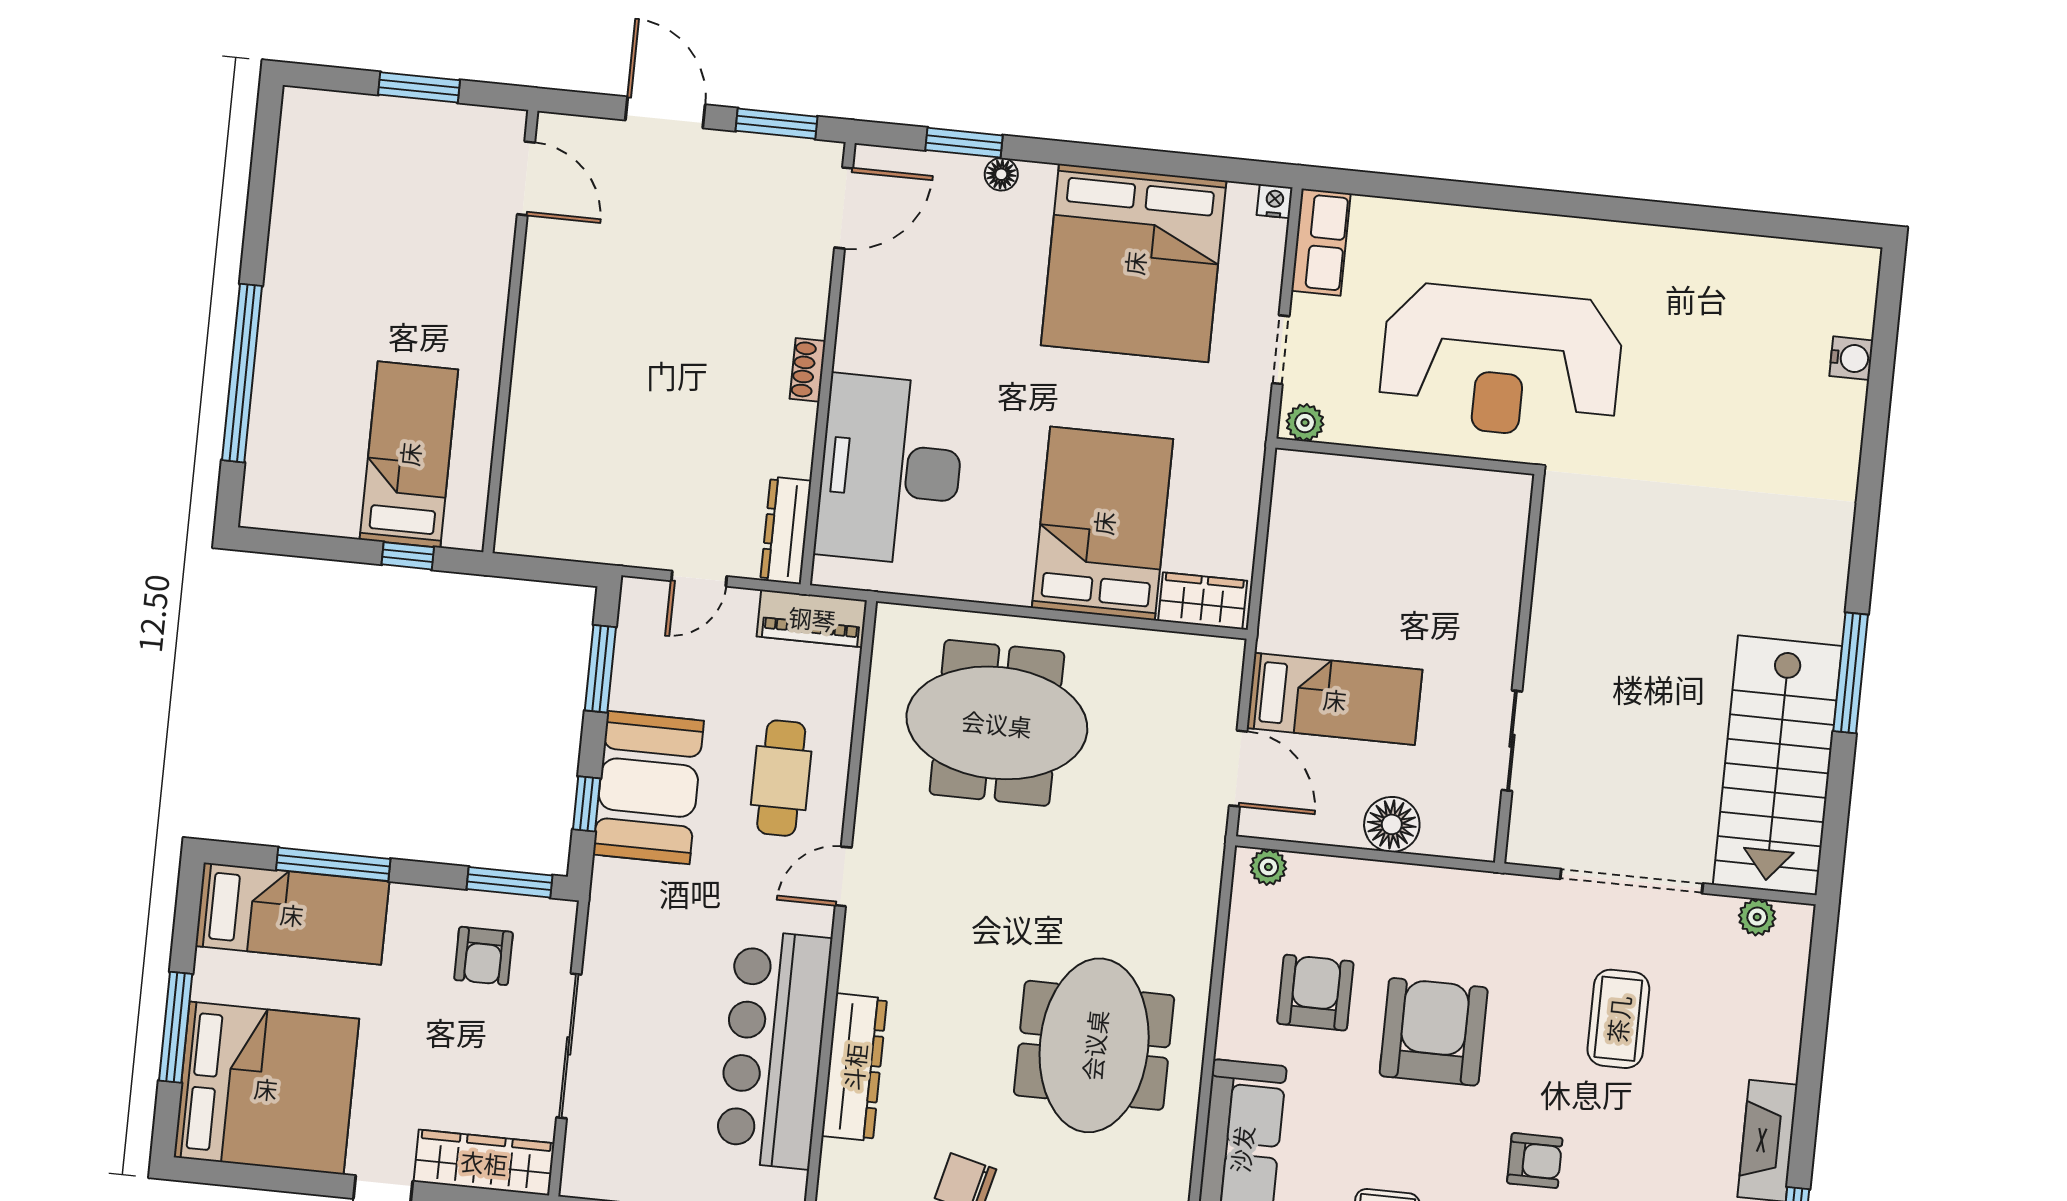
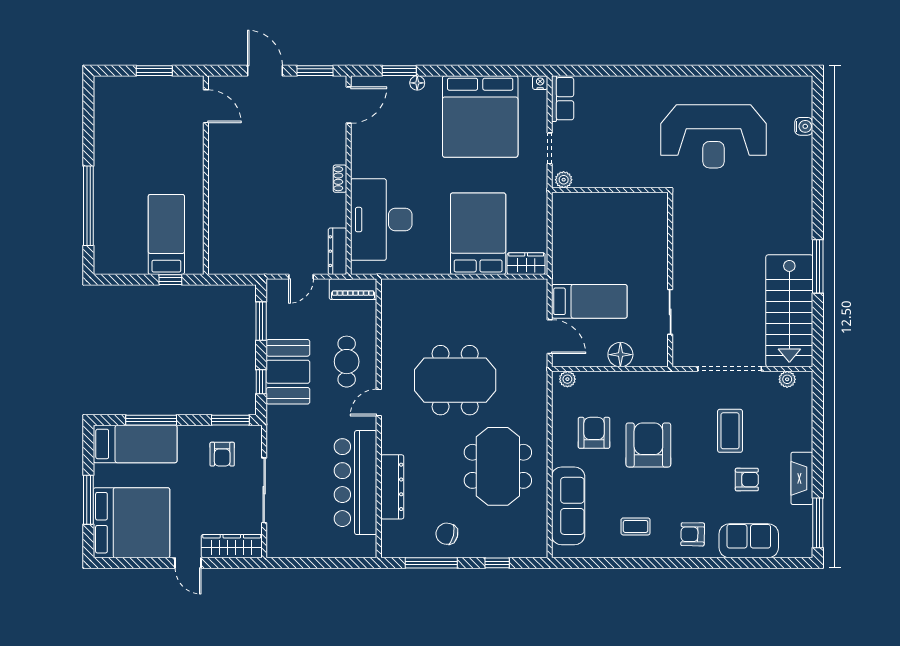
reception desk: (1501, 362) -> (713, 136), moved
meeting table: (997, 723) -> (455, 380), moved
armchair: (1535, 1161) -> (747, 480), moved

